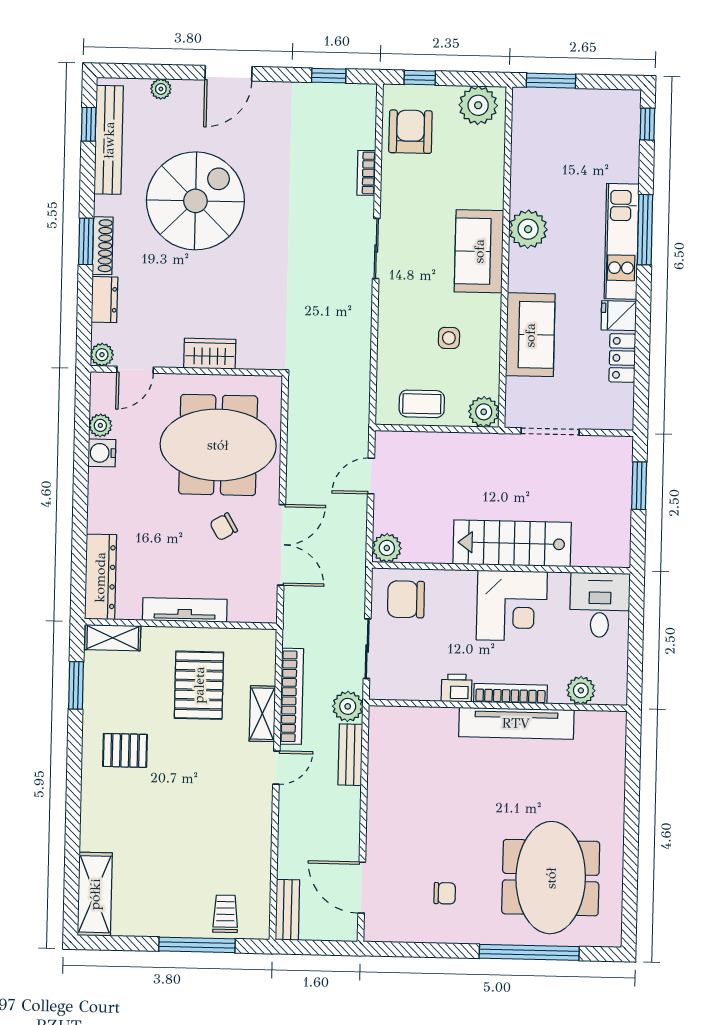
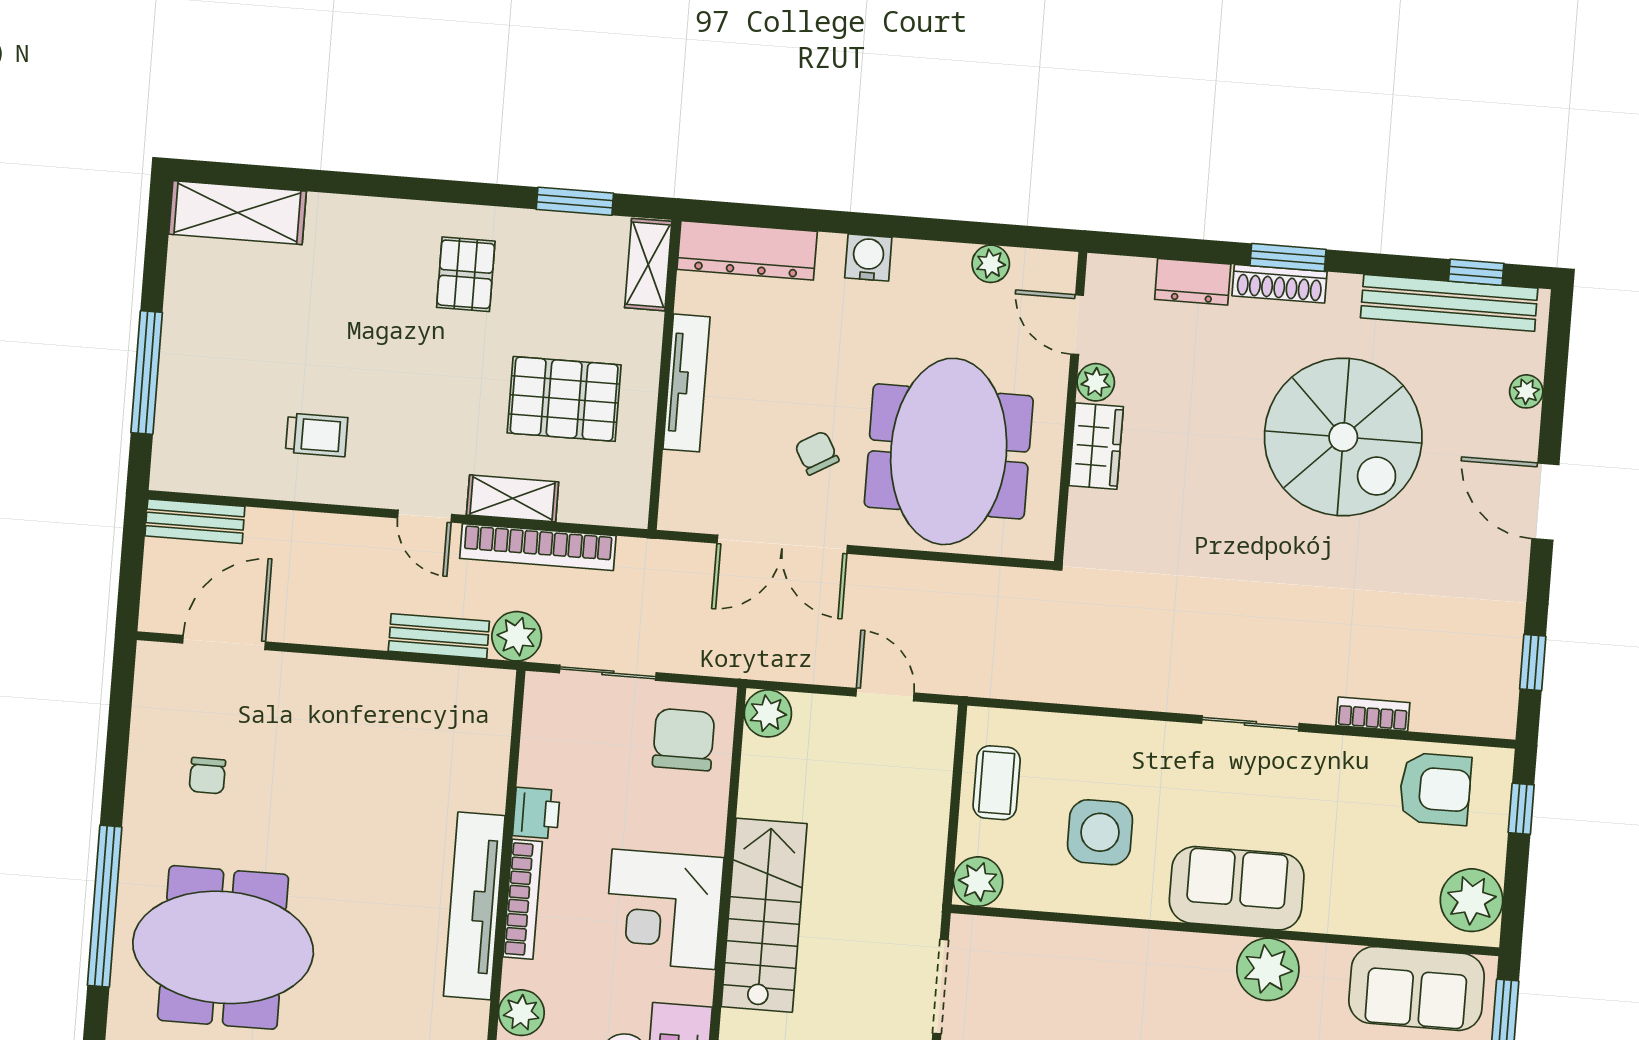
sofa: (530, 335) -> (1417, 988), moved
side table: (449, 338) -> (1100, 832), width x1.87, depth x1.87
plant: (102, 355) -> (1096, 382), moved
water cooler: (102, 453) -> (868, 258), moved
trolley: (225, 914) -> (317, 435), moved

